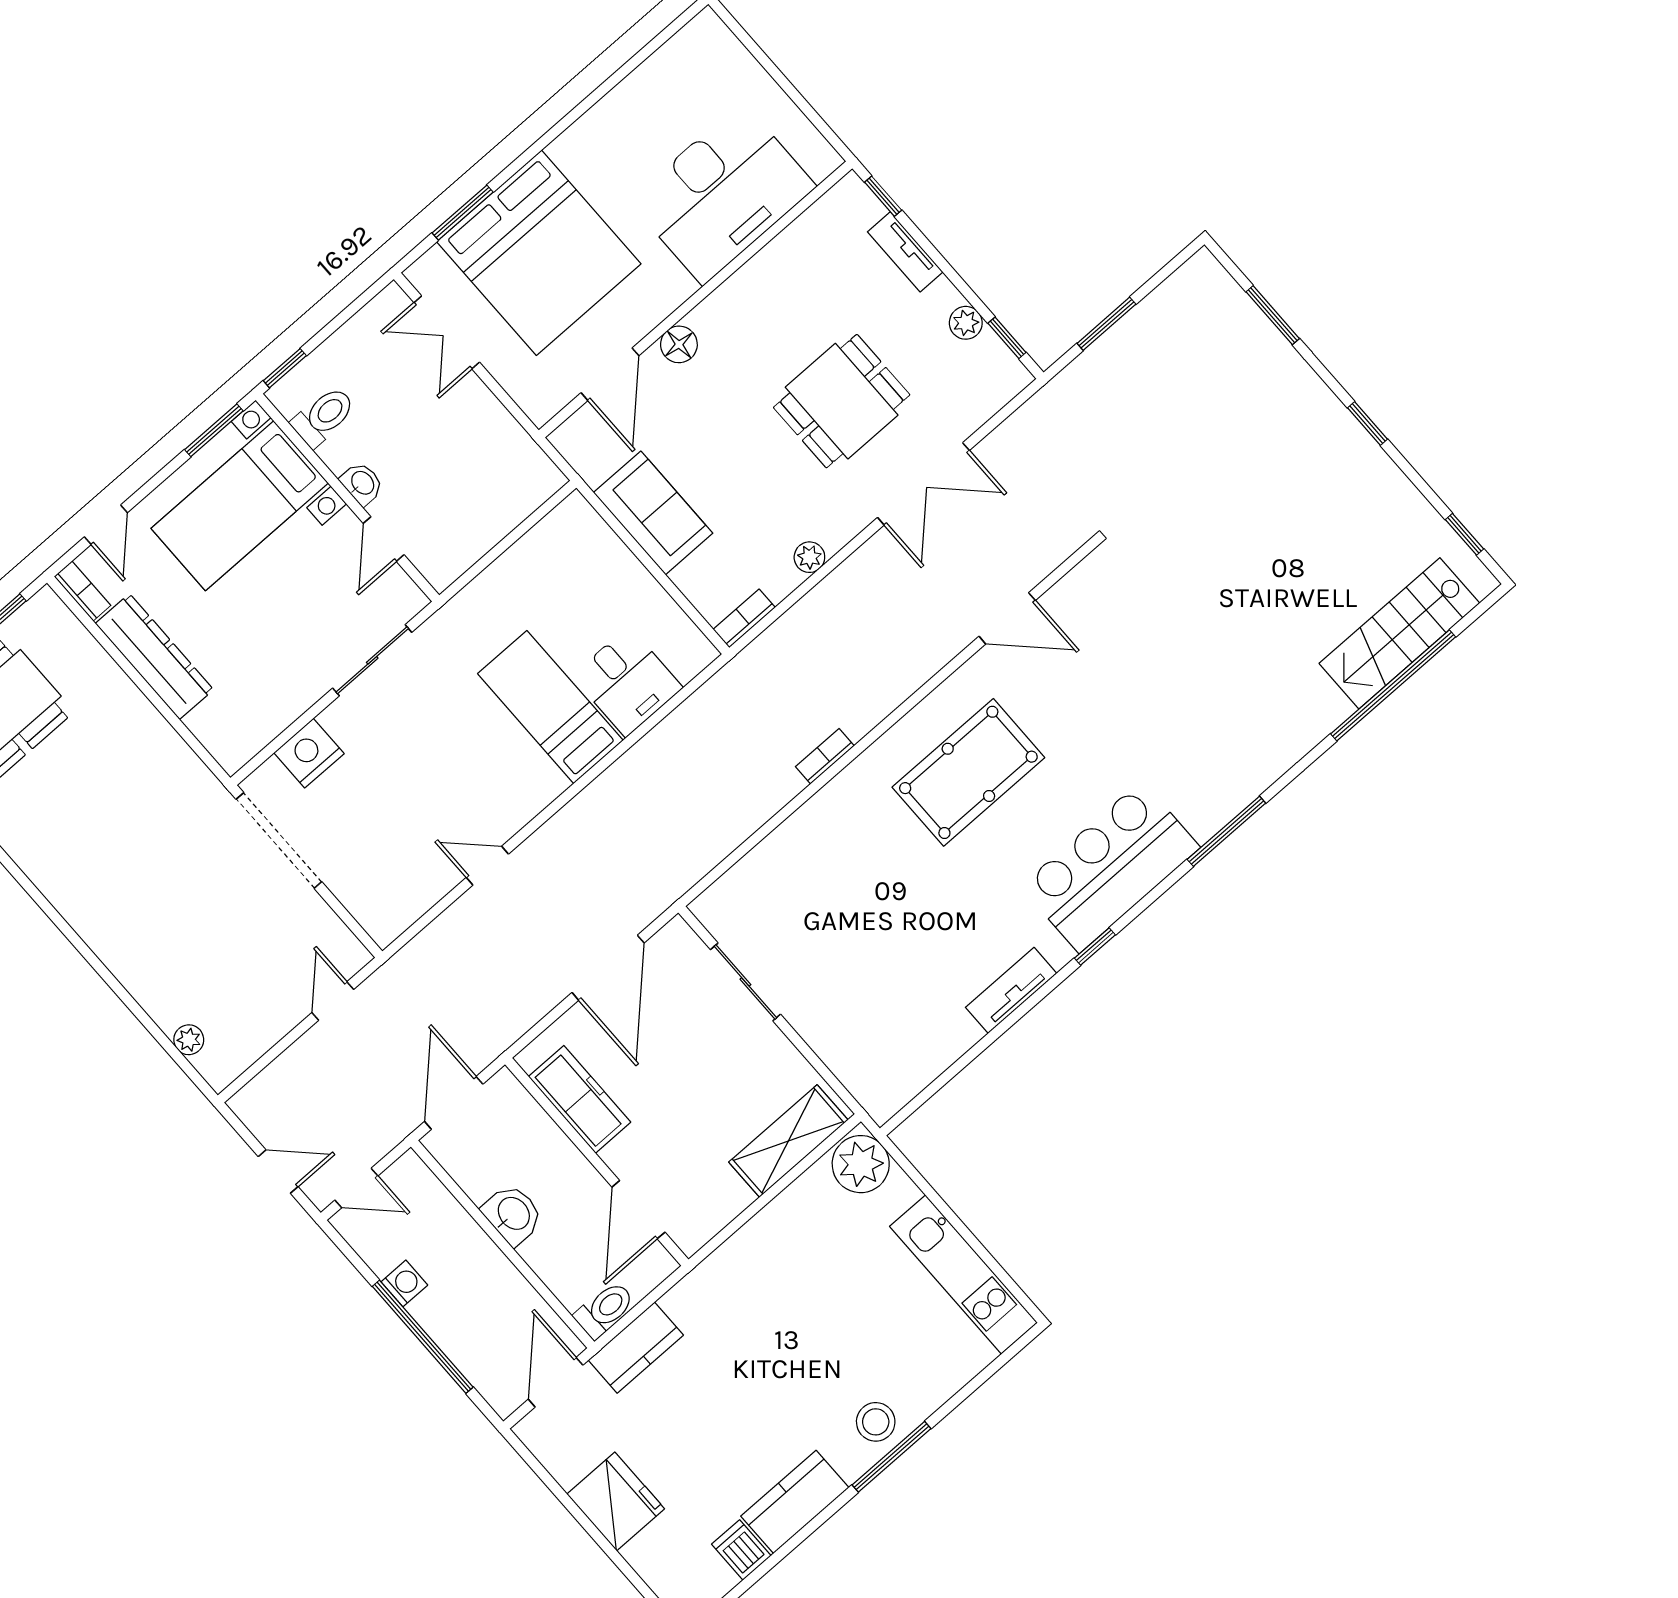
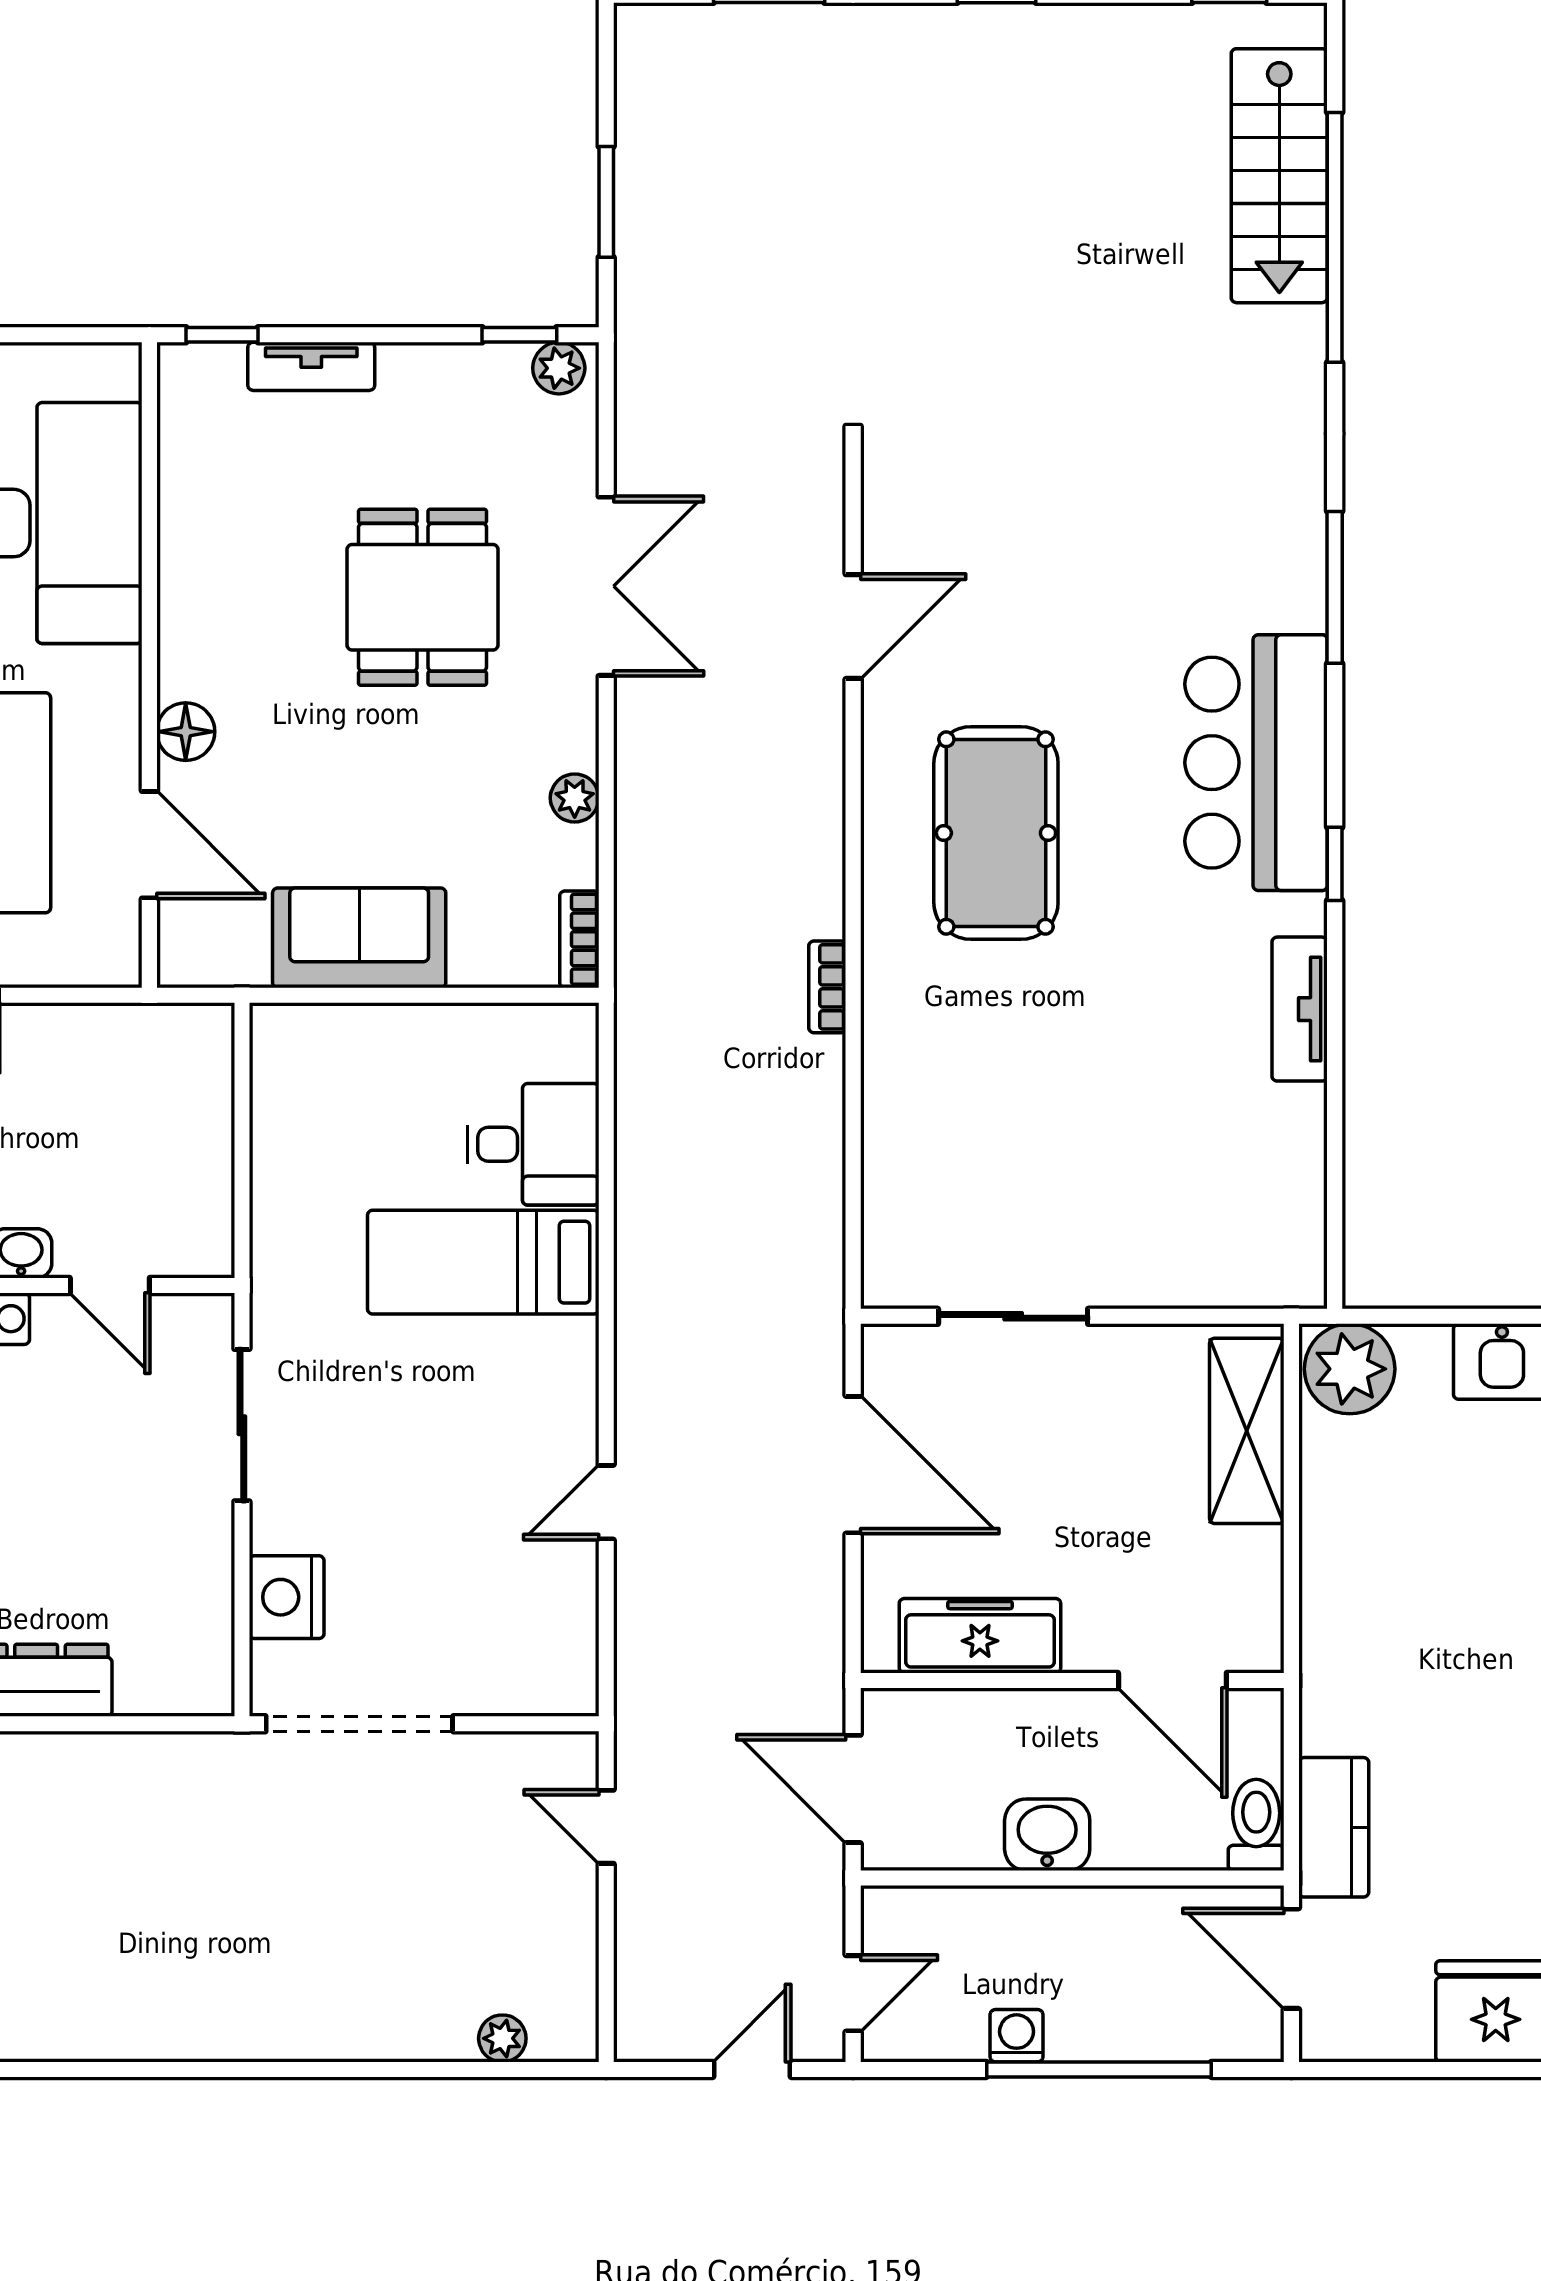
plant: (966, 323) -> (559, 368), moved

